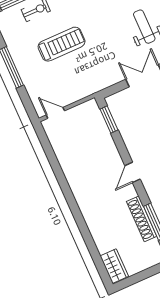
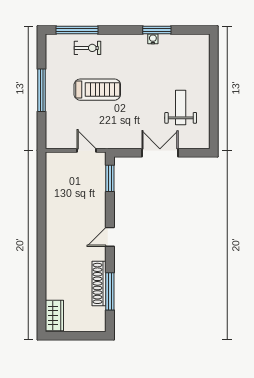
door: (55, 113) -> (86, 150), moved

